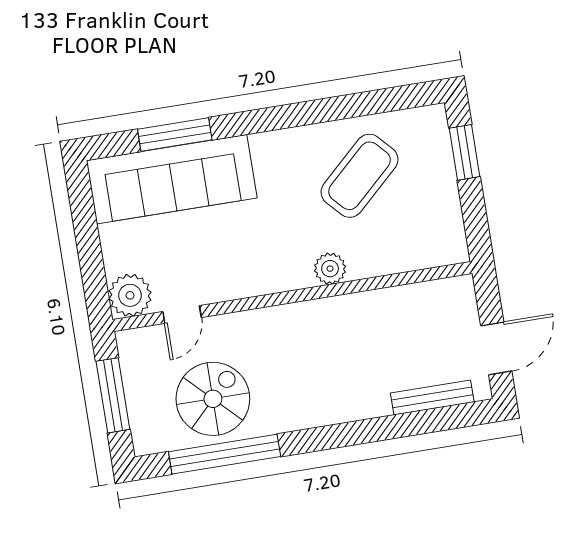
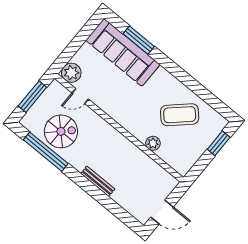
plant: (330, 269) -> (153, 143), moved
bench: (432, 397) -> (98, 181), moved

